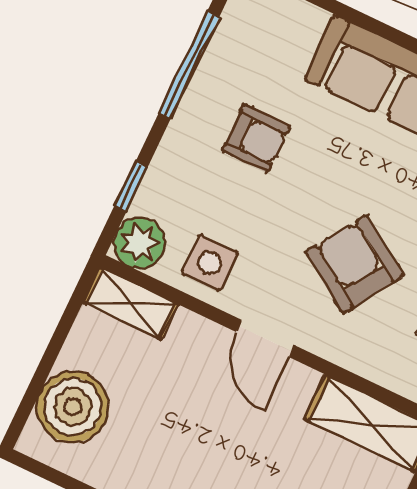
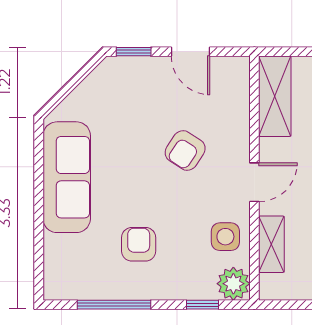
armchair: (355, 264) -> (185, 151), width x0.72, depth x0.72
shelving: (131, 303) -> (271, 244), moved

